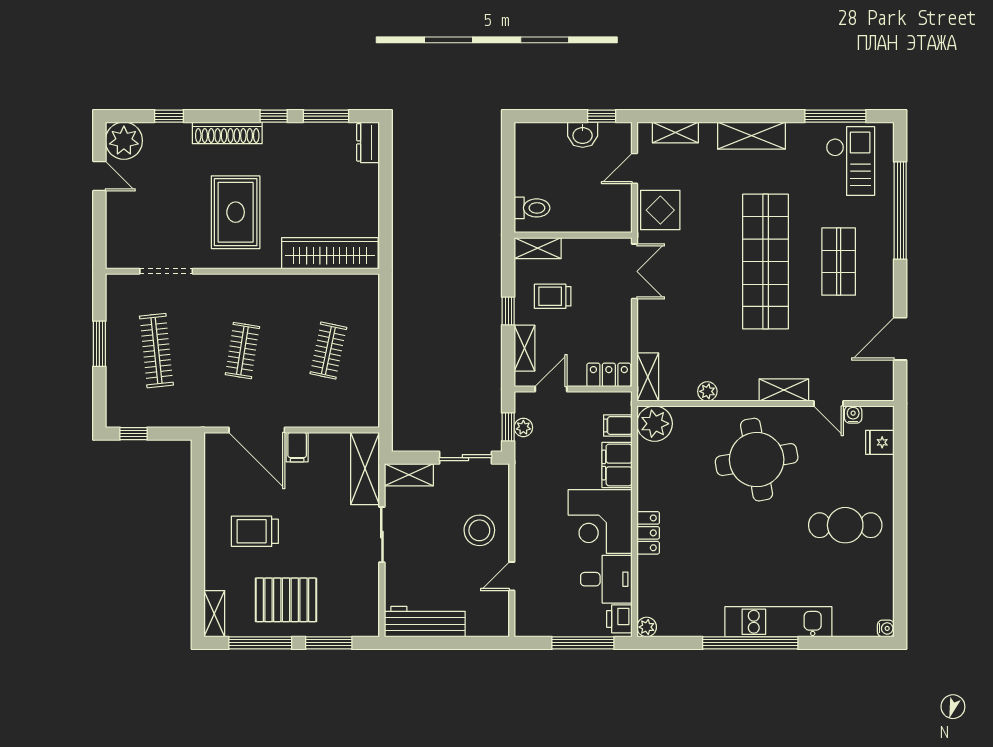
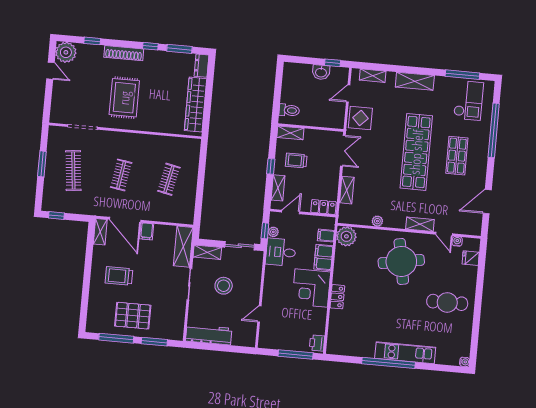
wardrobe: (330, 253) -> (196, 105), moved, turned -90
shelving: (648, 377) -> (347, 190), moved
stool: (479, 530) -> (224, 286), moved
desk: (606, 579) -> (281, 252), moved, turned 180
shelving: (214, 614) -> (100, 232), moved
plant: (647, 627) -> (332, 349), removed

